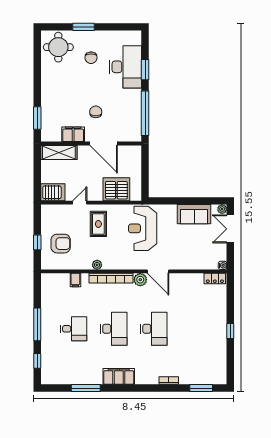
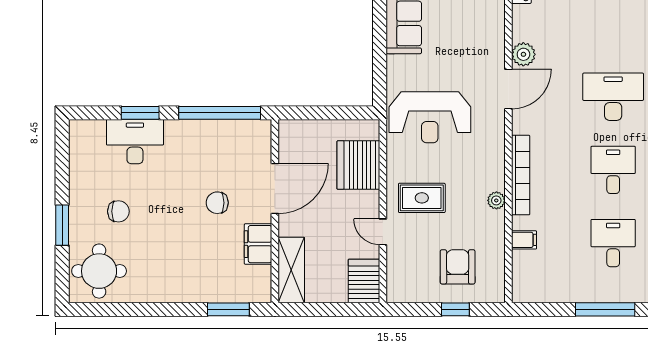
desk: (126, 67) -> (135, 142), width x0.73, depth x0.77
plant: (140, 280) -> (523, 54), moved
desk: (114, 329) -> (613, 170), width x0.73

